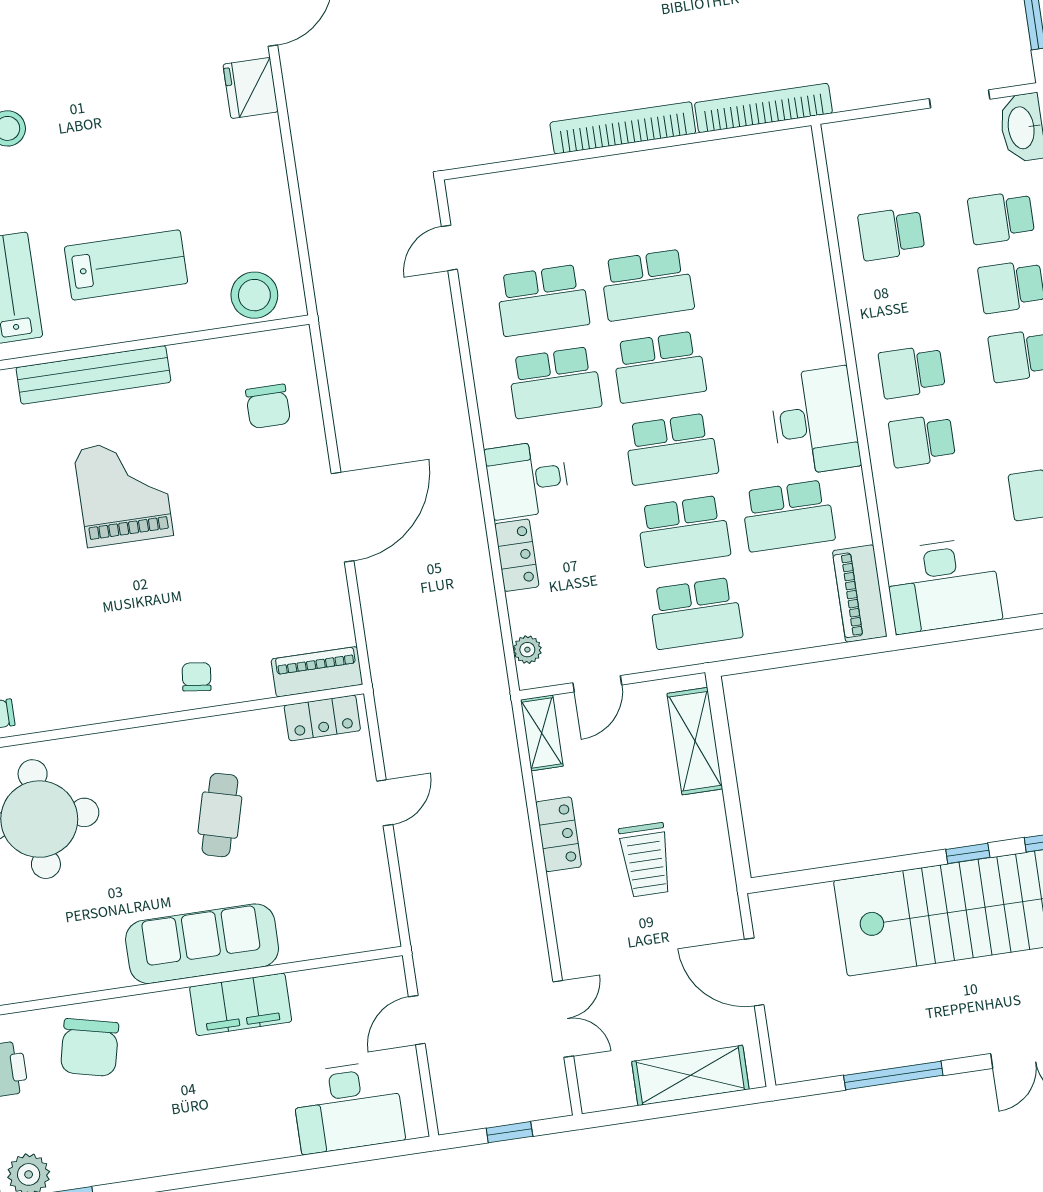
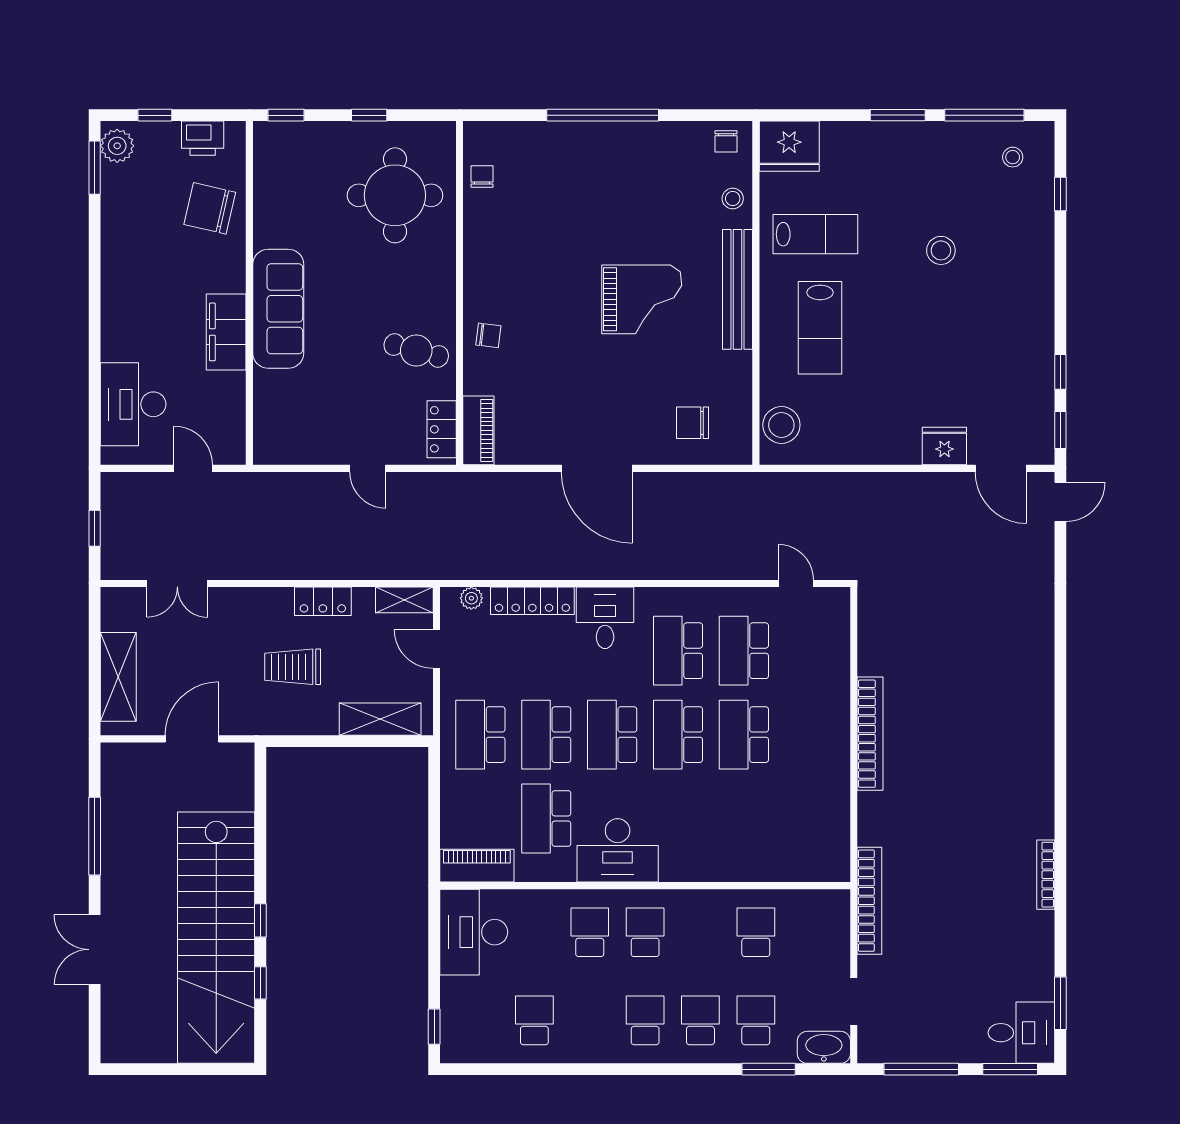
bookcase: (763, 108) -> (869, 901), moved
locker: (517, 555) -> (532, 601), width x1.53
cafe table: (220, 815) -> (416, 350), moved

